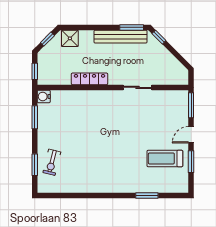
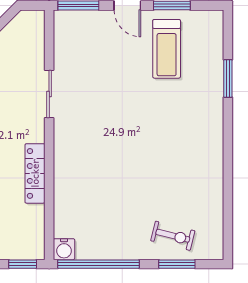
window: (35, 117) -> (98, 264), width x2.11

